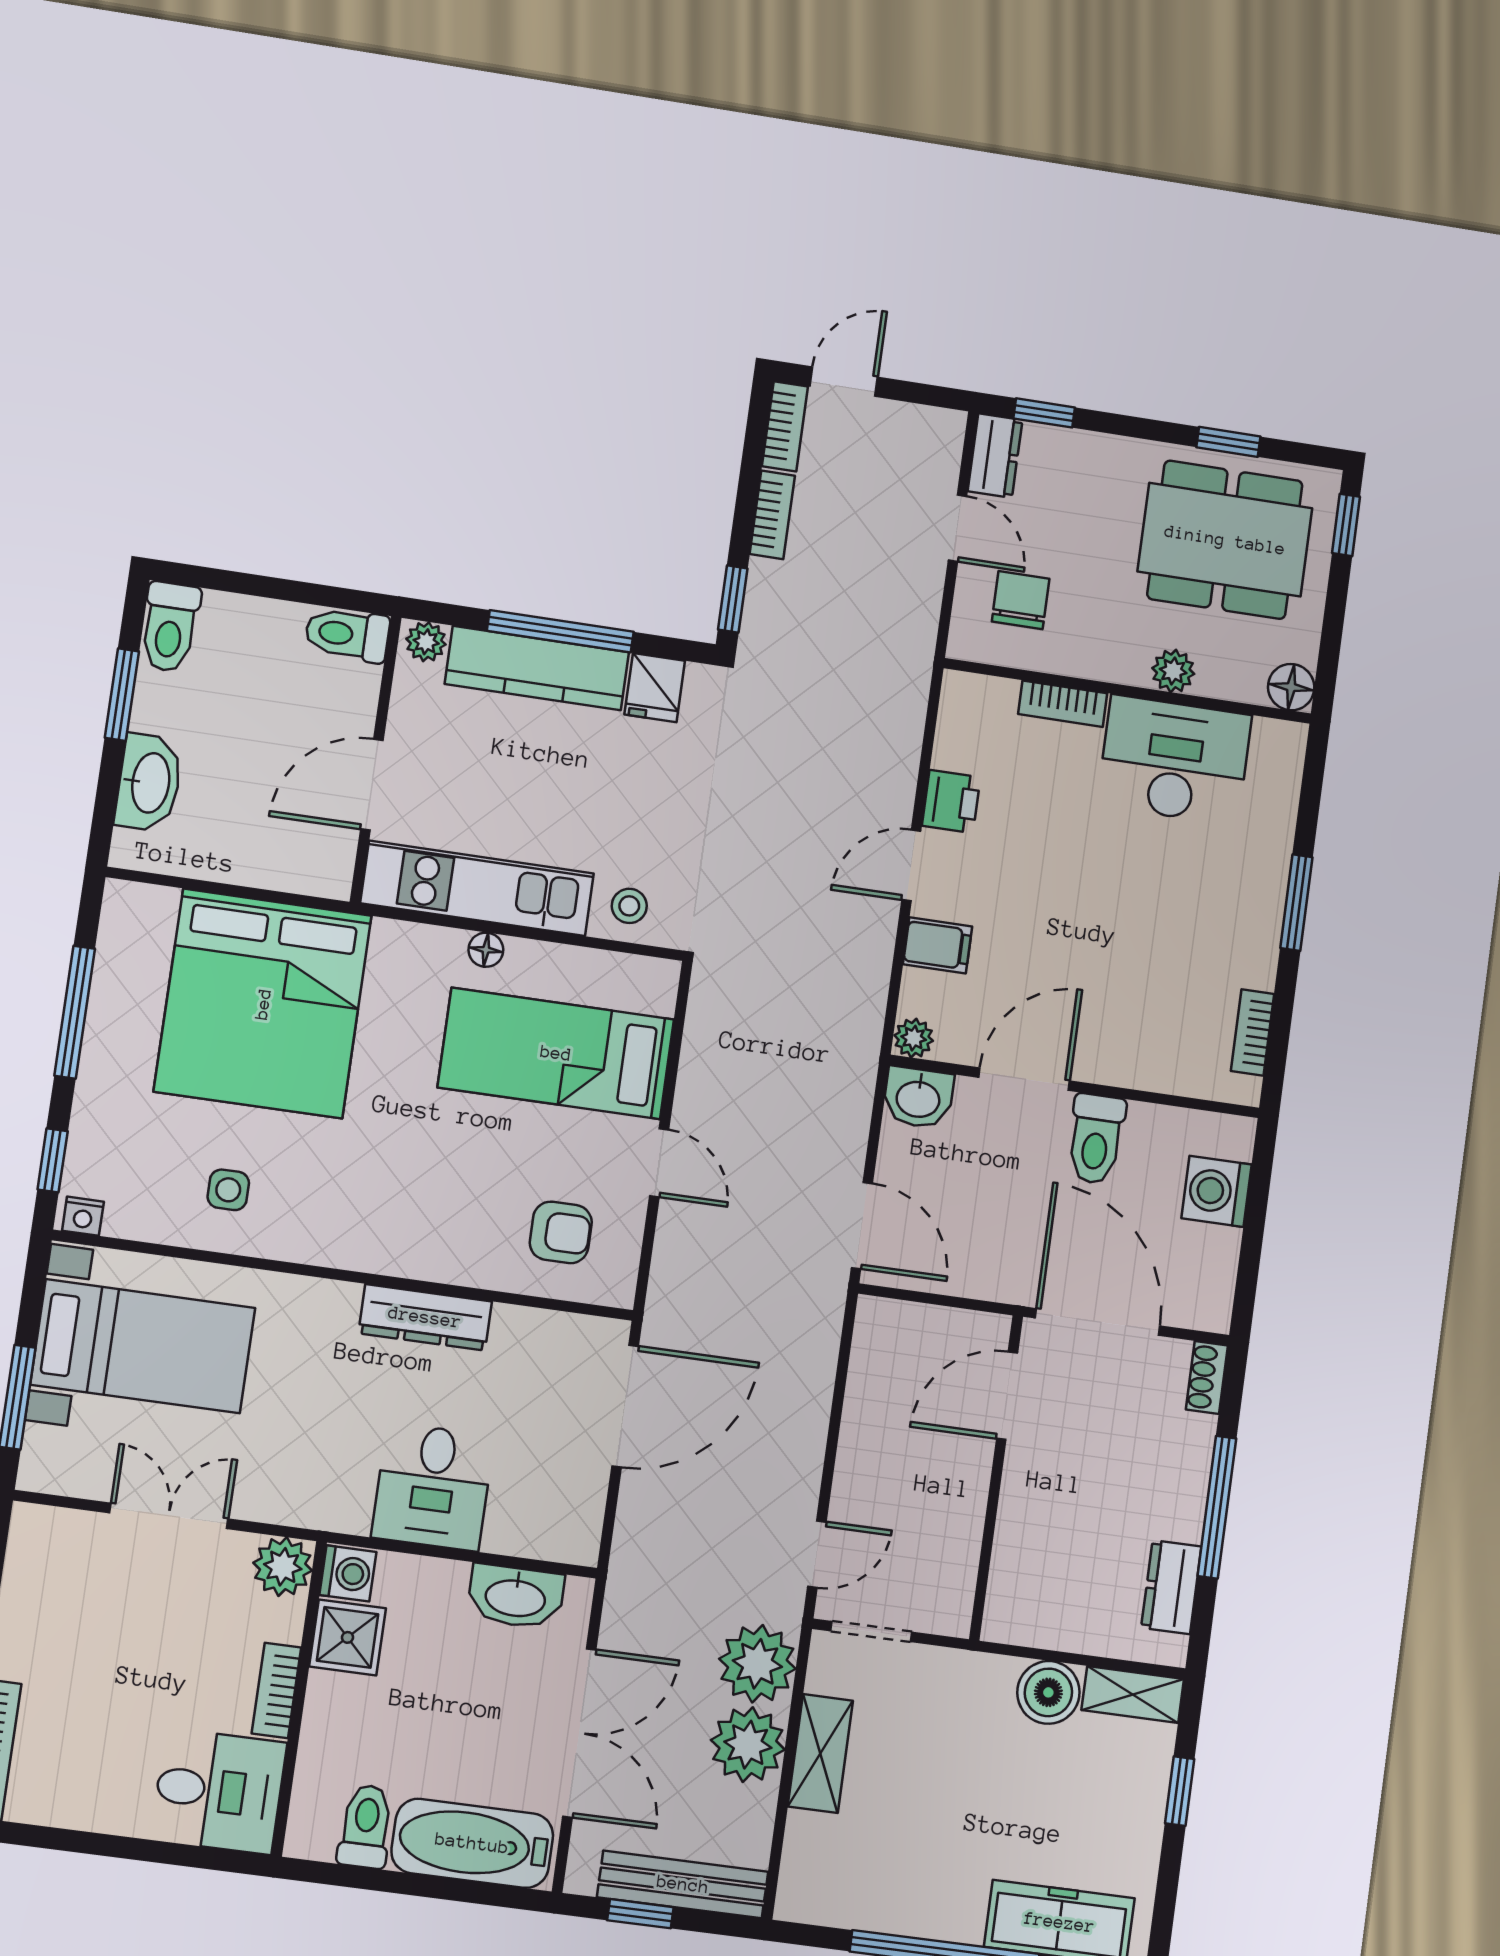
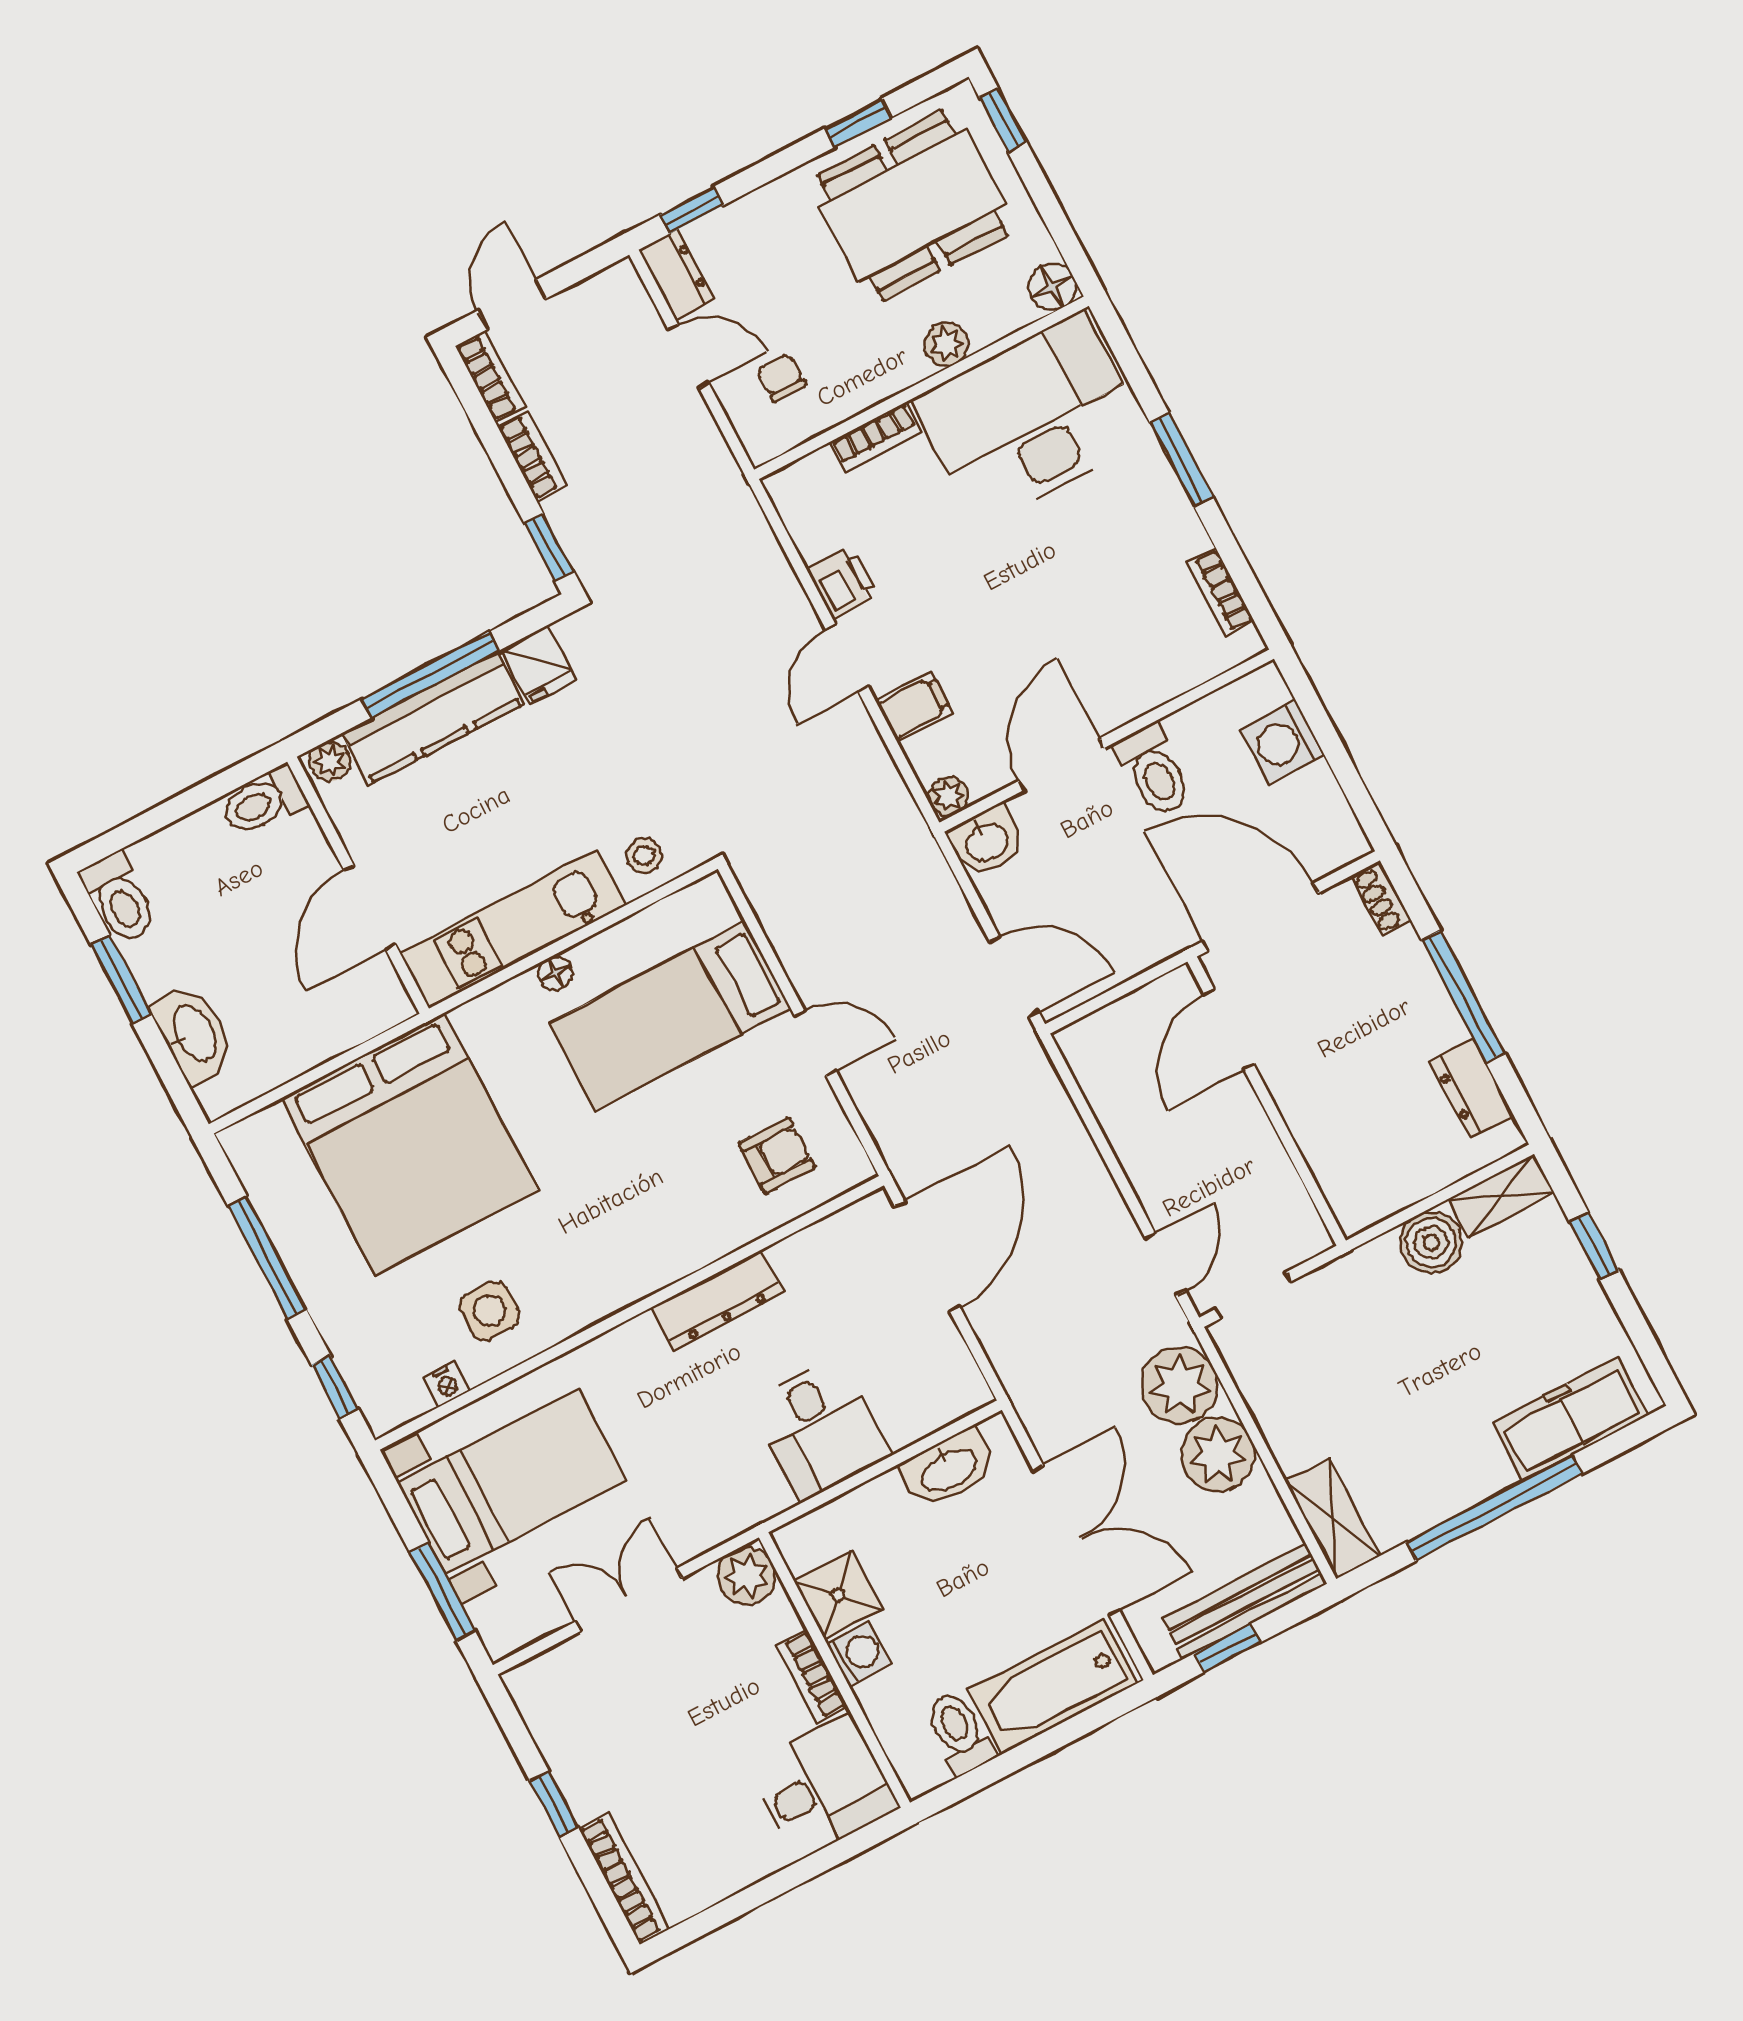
chair: (1021, 600) -> (782, 378), width x0.73, depth x0.73
desk: (1174, 760) -> (1030, 419), width x1.36, depth x1.30
side table: (228, 1190) -> (489, 1311), width x1.37, depth x1.37
nightstand: (83, 1216) -> (447, 1384), moved
washing machine: (348, 1573) -> (859, 1653), moved
shelving: (820, 1753) -> (1333, 1519), moved

